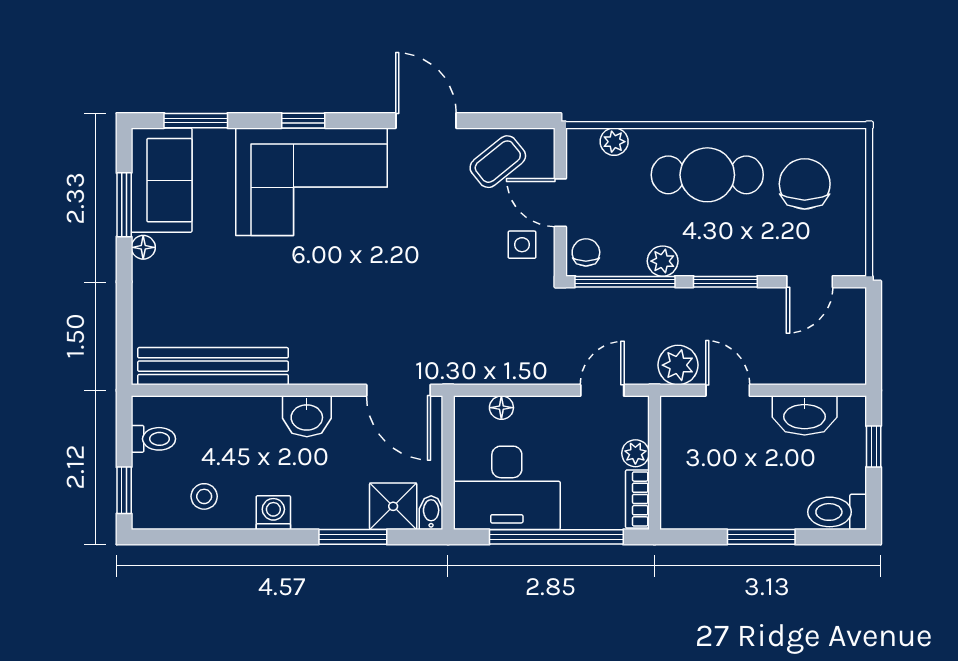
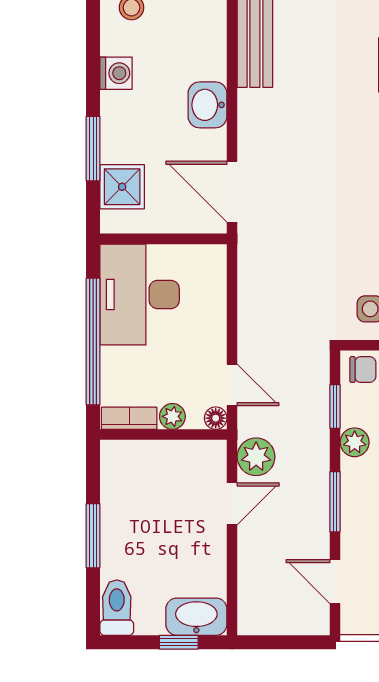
window: (625, 282) -> (335, 407), width x0.46
door: (398, 390) -> (232, 192), hinge flipped
floor lamp: (501, 408) -> (216, 418), moved
washbasin: (805, 415) -> (196, 617), moved, turned 90
bidet: (431, 513) -> (116, 223), removed

